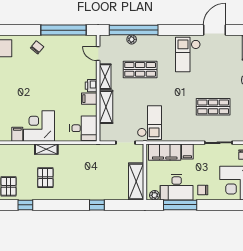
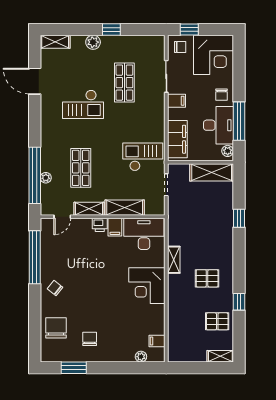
checkout: (188, 55) -> (83, 104), moved
desk: (83, 128) -> (144, 234), width x1.37
filing cabinet: (17, 134) -> (156, 311), removed
shelving: (46, 149) -> (174, 260), moved
filing cabinet: (187, 151) -> (176, 101), moved

